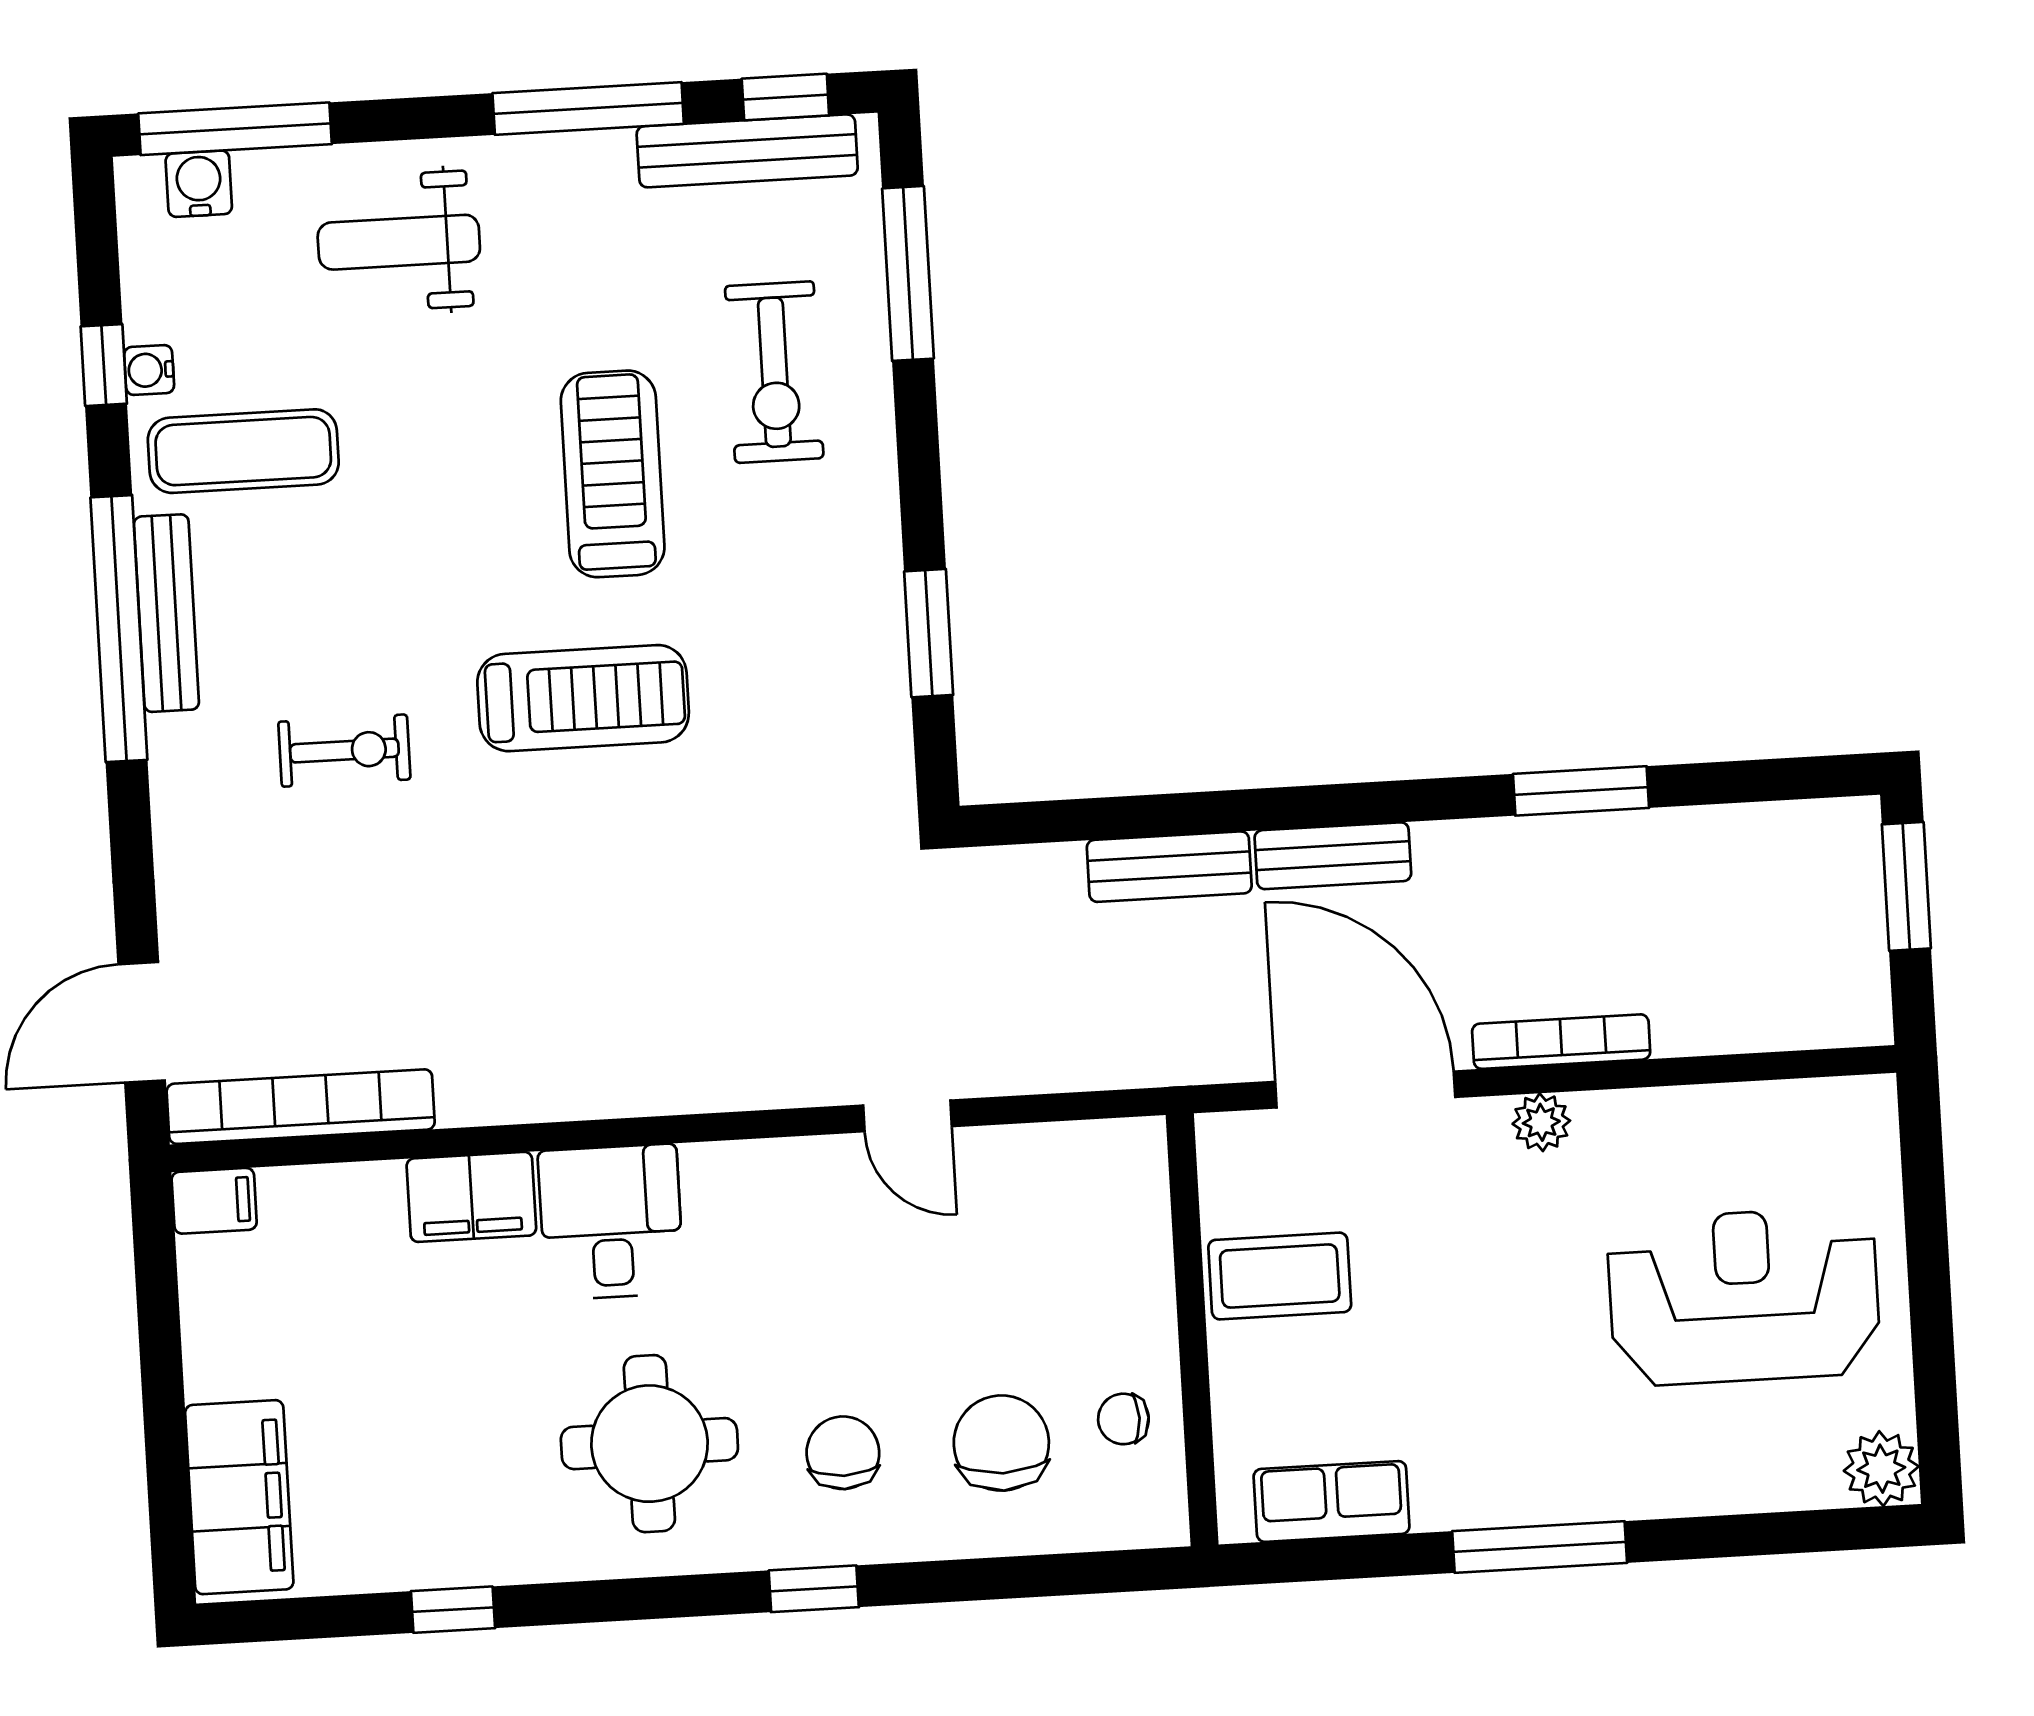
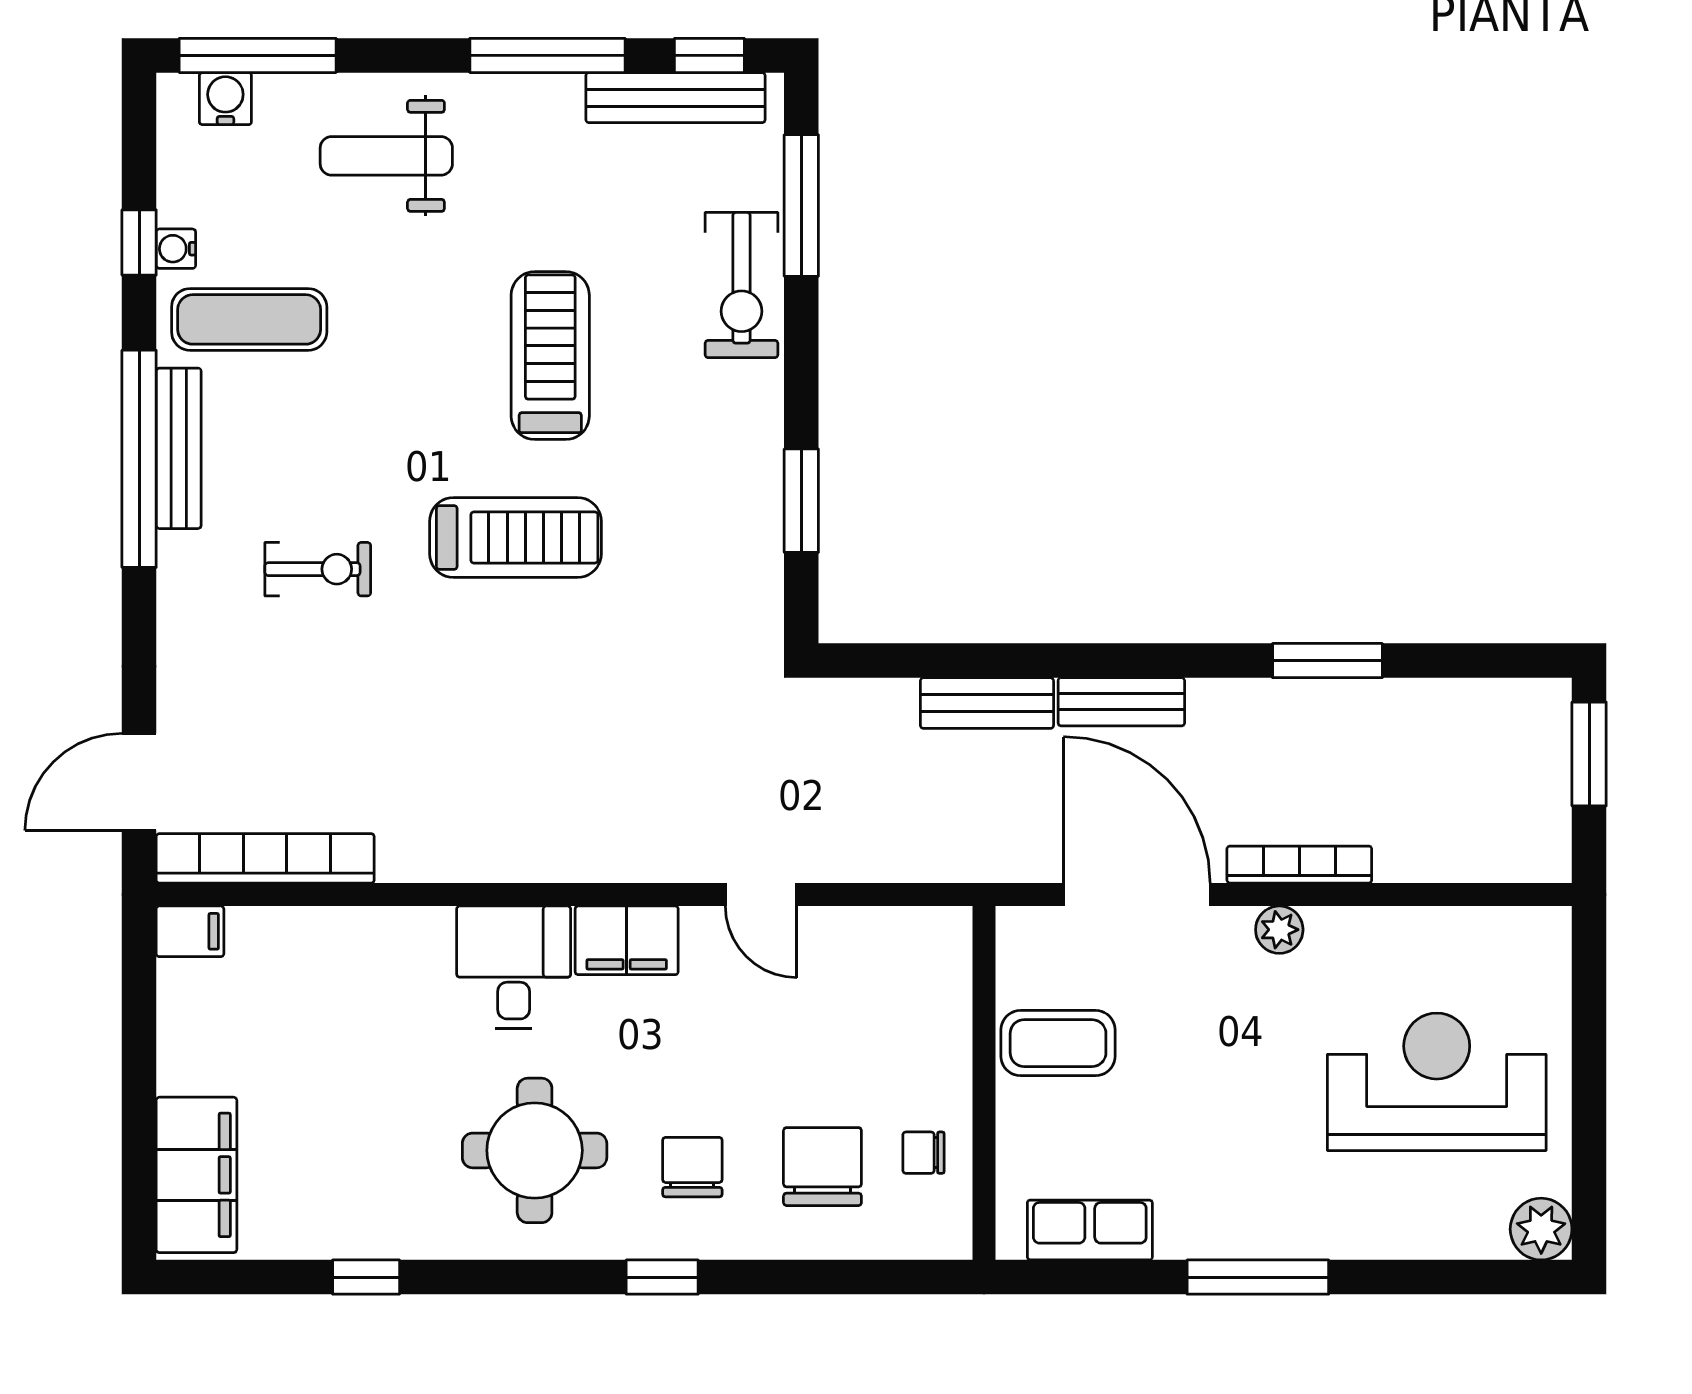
exercise bike: (774, 372) -> (741, 285), moved
filing cabinet: (471, 1197) -> (627, 940), moved

